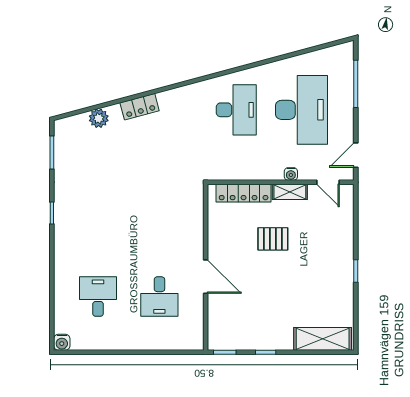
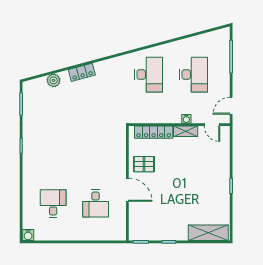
desk: (301, 110) -> (194, 75), width x0.73, depth x0.77
pallet: (273, 239) -> (144, 164), moved

